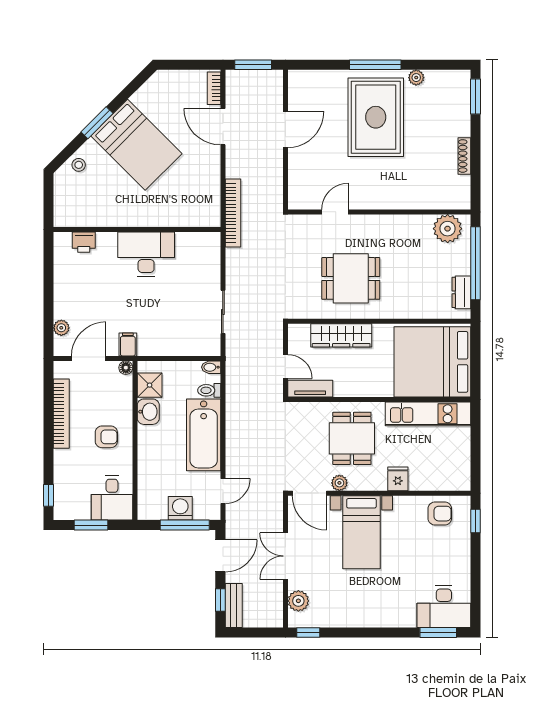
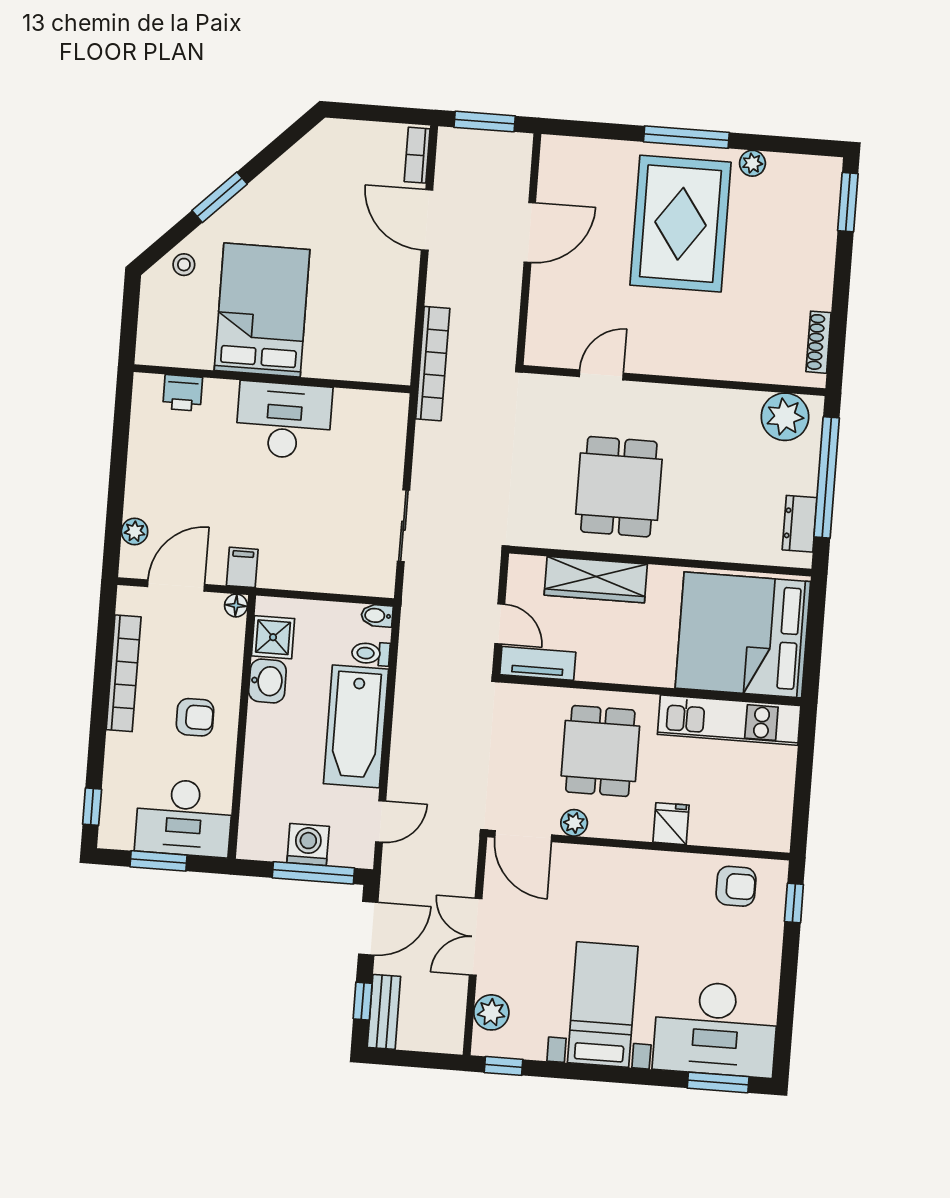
bed: (136, 145) -> (262, 310), moved, turned -135
shoe rack: (464, 156) -> (819, 342), moved
dining table: (351, 278) -> (619, 487), turned 90
desk: (112, 498) -> (184, 818), width x1.37
bed with nightstands: (361, 532) -> (603, 1005), moved, turned 180
desk: (444, 607) -> (716, 1029), width x1.36, depth x1.30

